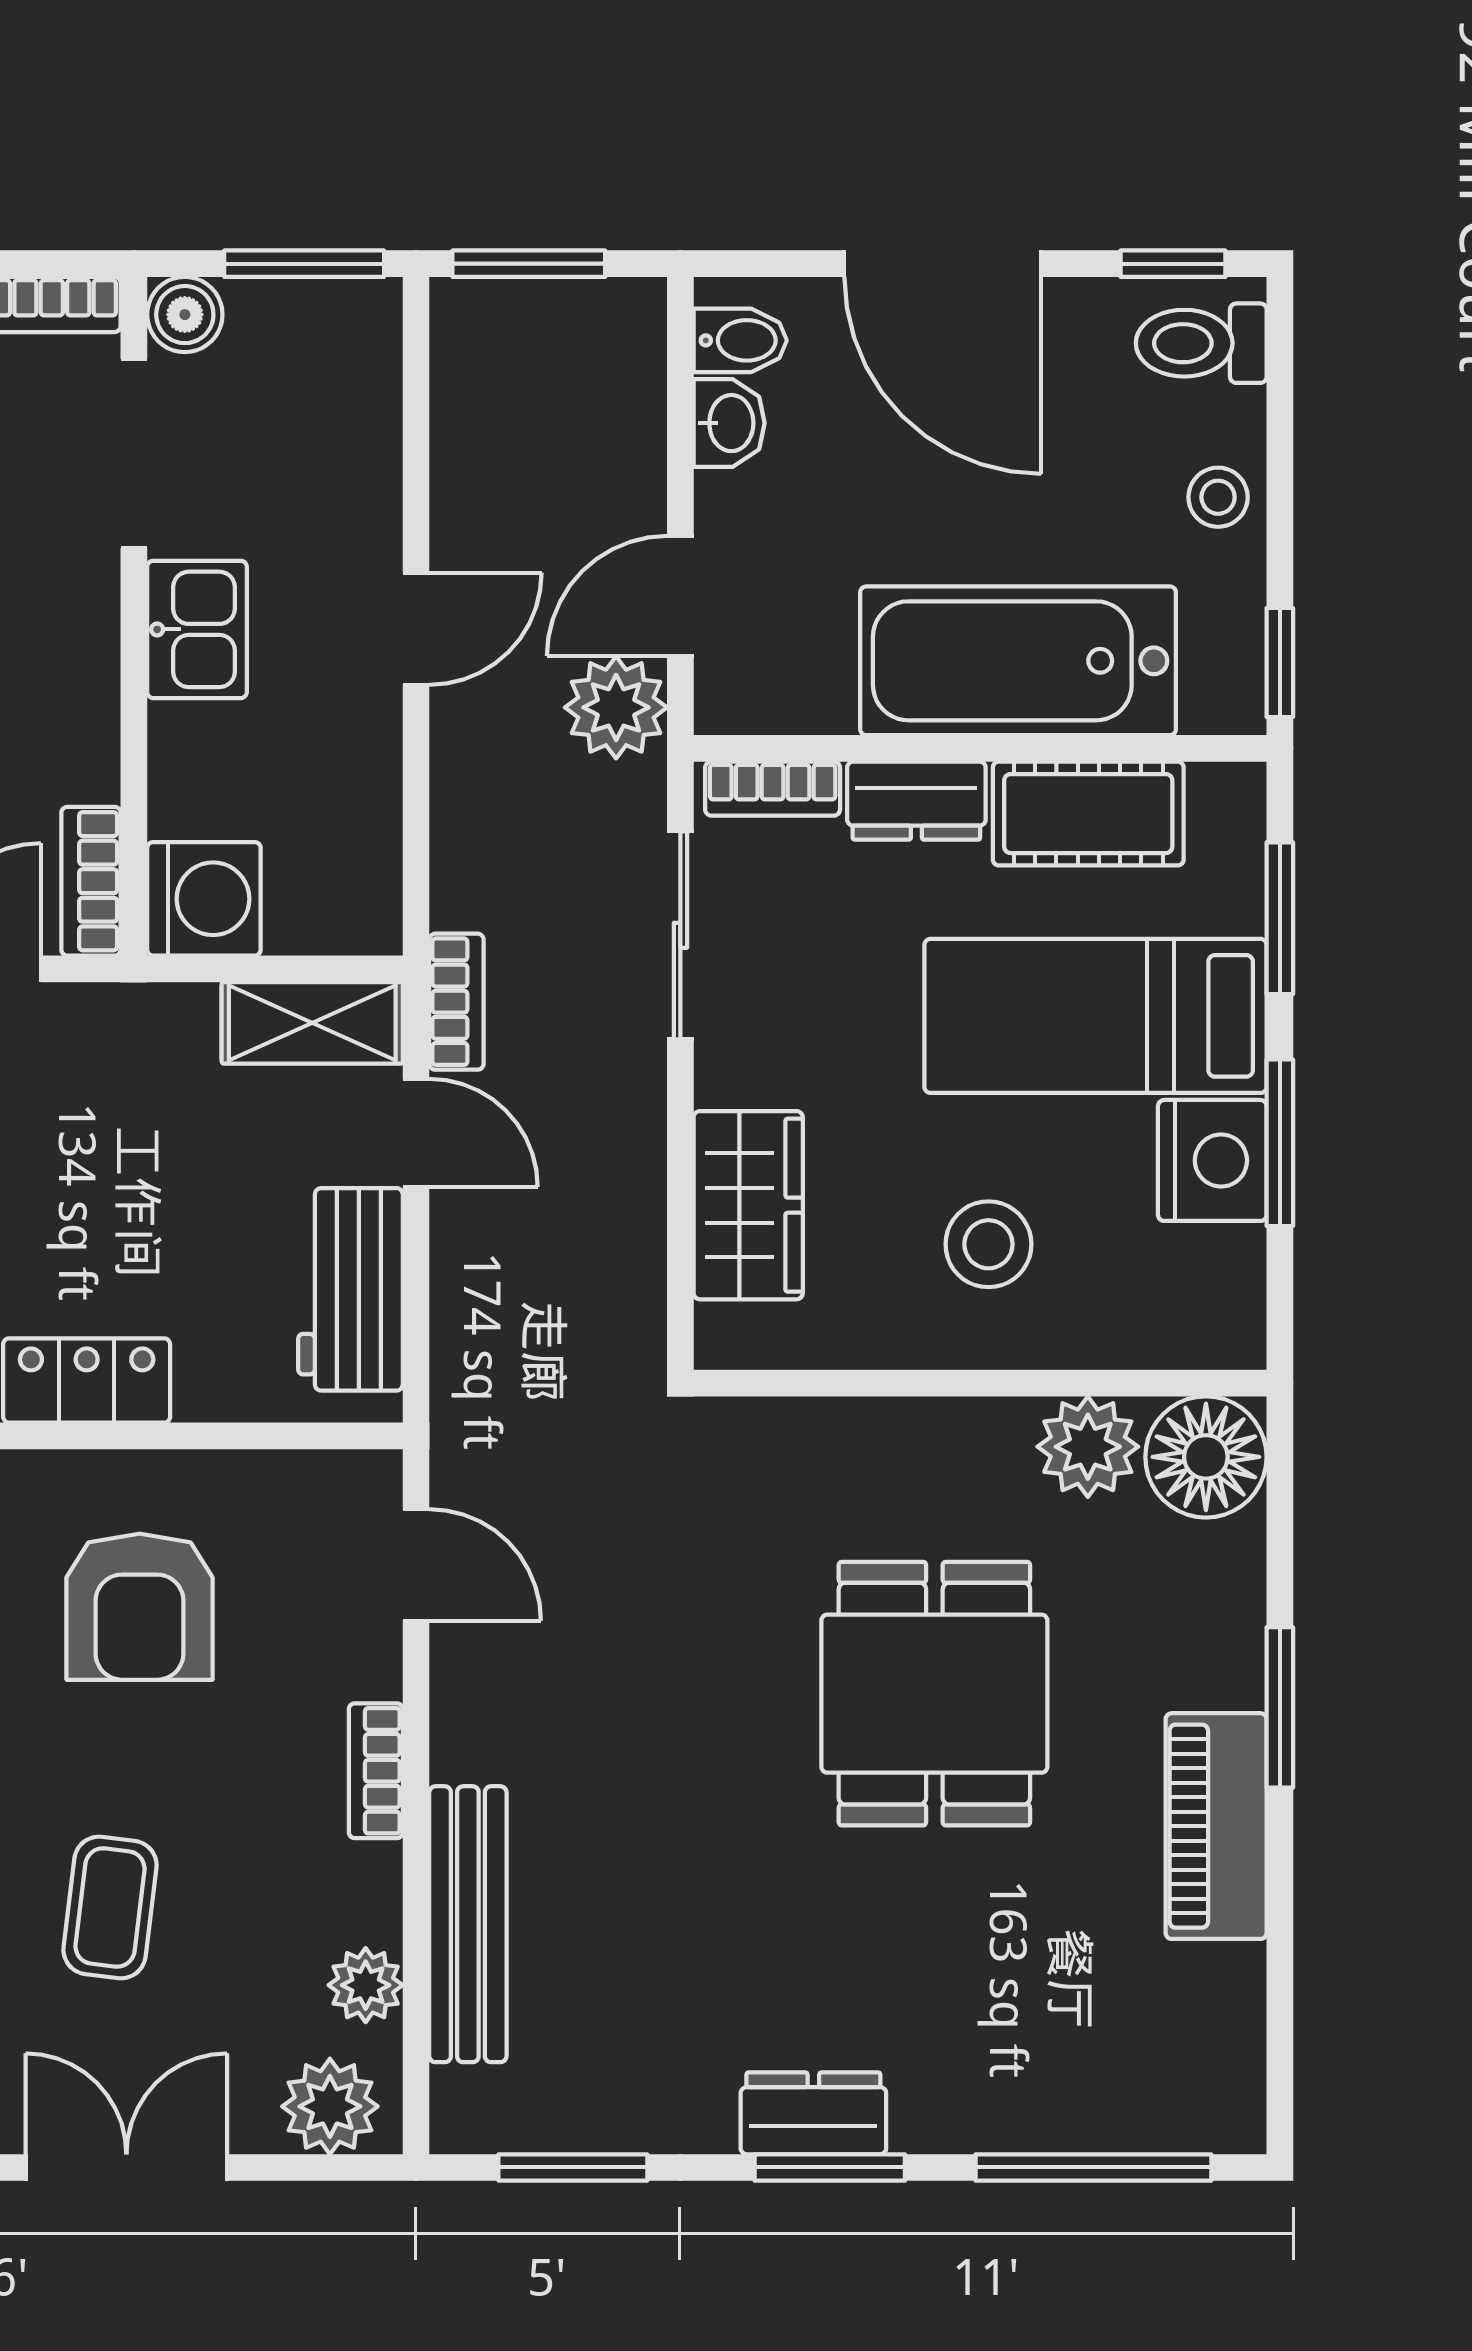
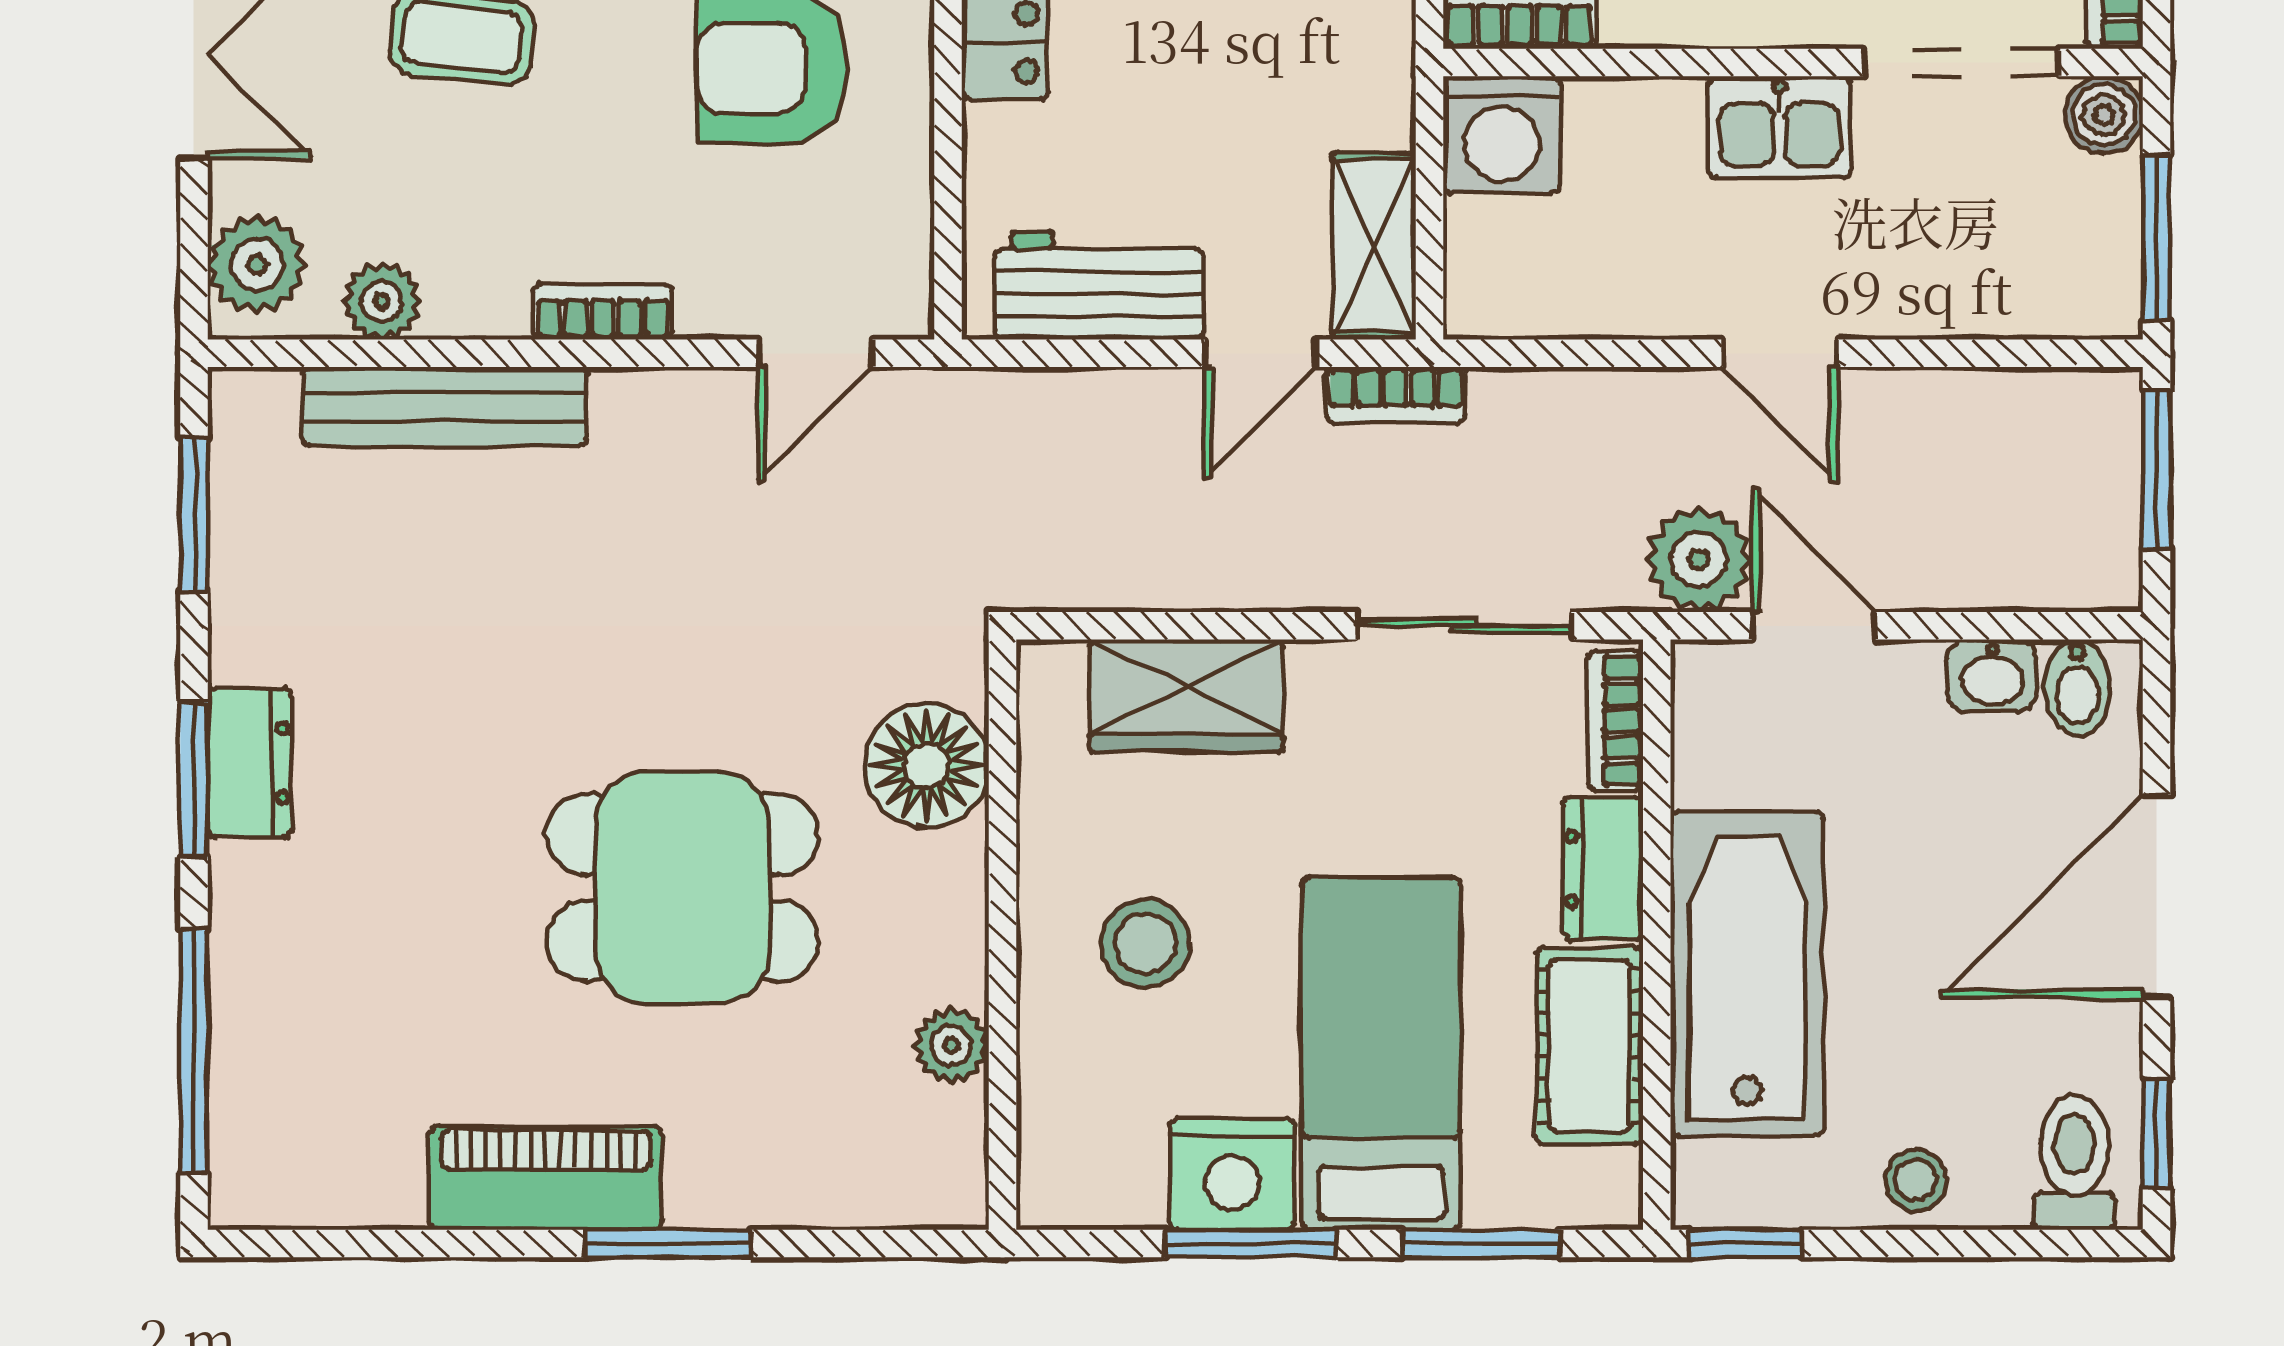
plant: (1088, 1447) -> (951, 1046), width x0.73, depth x0.73
floor lamp: (1206, 1457) -> (926, 765), moved

